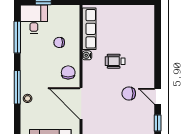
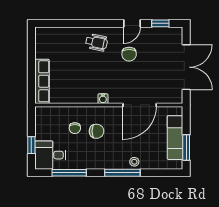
row of seats: (89, 29) -> (42, 81), moved, turned 90
water cooler: (87, 55) -> (103, 99), moved
wheelchair: (115, 61) -> (96, 42), moved, turned -78
chair: (68, 72) -> (97, 131), moved, turned 180

